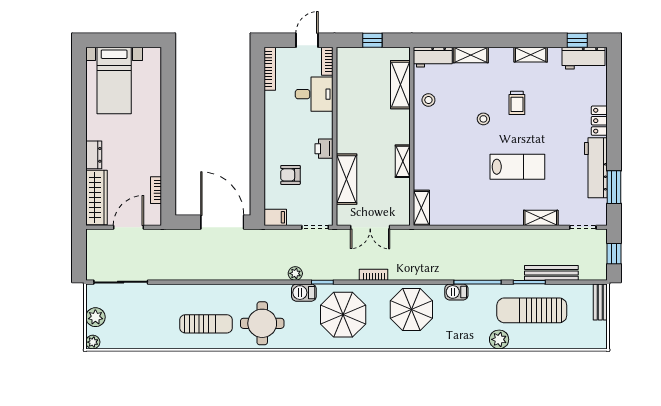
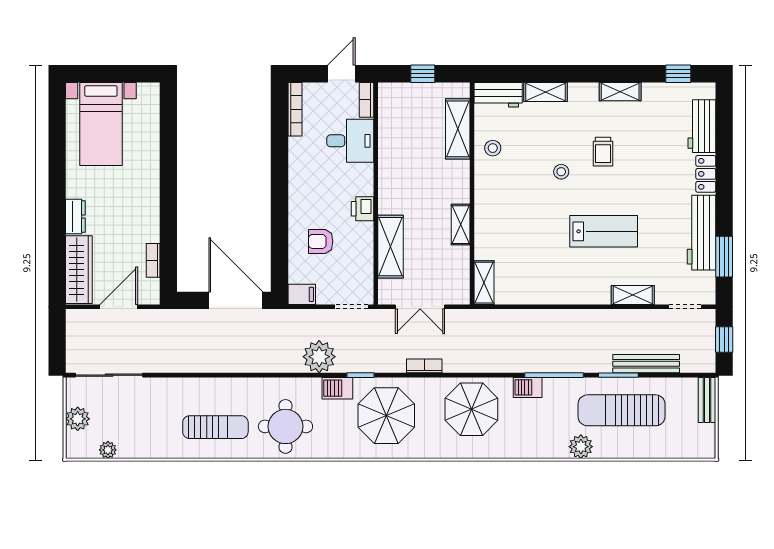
workbench: (584, 58) -> (702, 126), moved, turned 90
plant: (295, 273) -> (319, 357), width x1.88, depth x1.88
plant: (93, 342) -> (108, 450), moved

